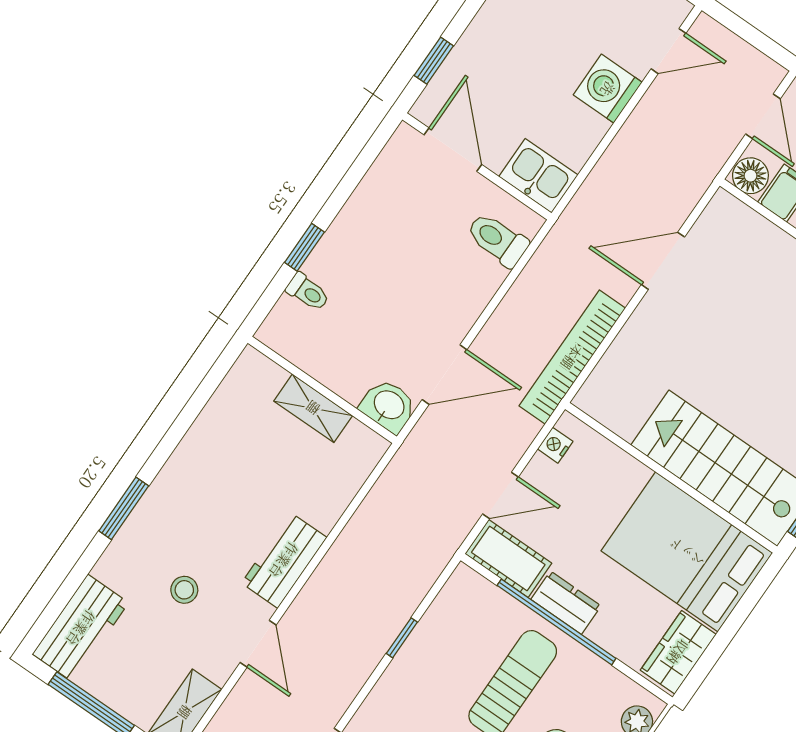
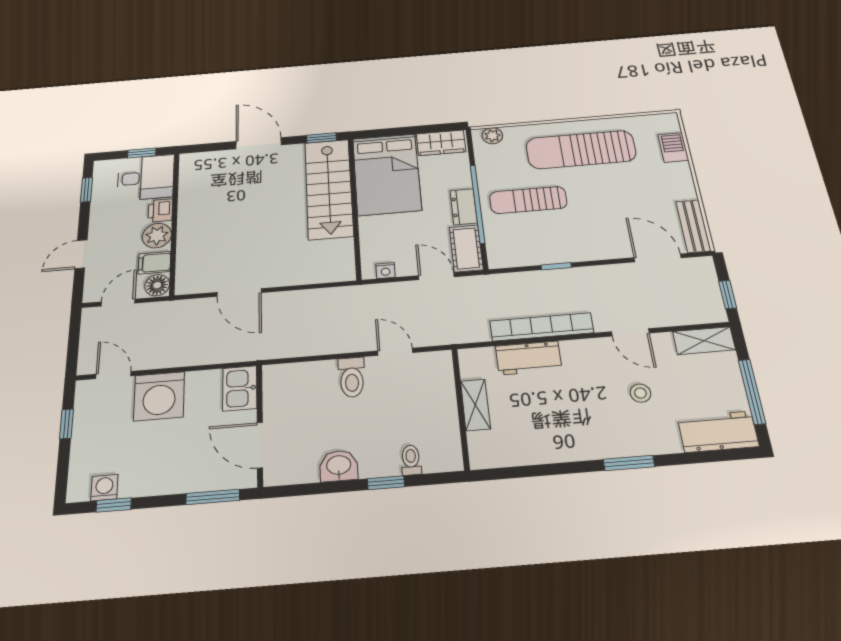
window: (434, 61) -> (213, 497), width x1.50
washing machine: (608, 89) -> (159, 396), width x1.37, depth x1.37
door: (453, 150) -> (260, 445), hinge flipped
toilet: (497, 240) -> (352, 377), moved
bookcase: (572, 357) -> (542, 327), moved, turned 180
door: (444, 375) -> (395, 352), width x0.73
washbasin: (388, 406) -> (339, 466), moved, turned 90
workbench: (284, 560) -> (529, 358), moved
door: (258, 644) -> (630, 332), swing flipped

